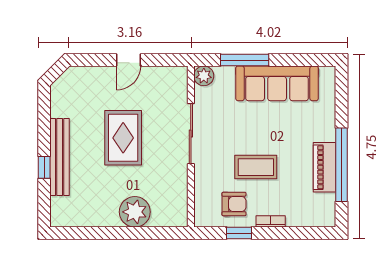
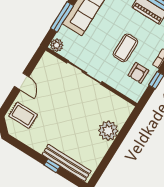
rug: (123, 138) -> (23, 115), moved, width x0.73, depth x0.70
bench: (60, 157) -> (67, 163), moved
armchair: (234, 204) -> (138, 73), turned 180

